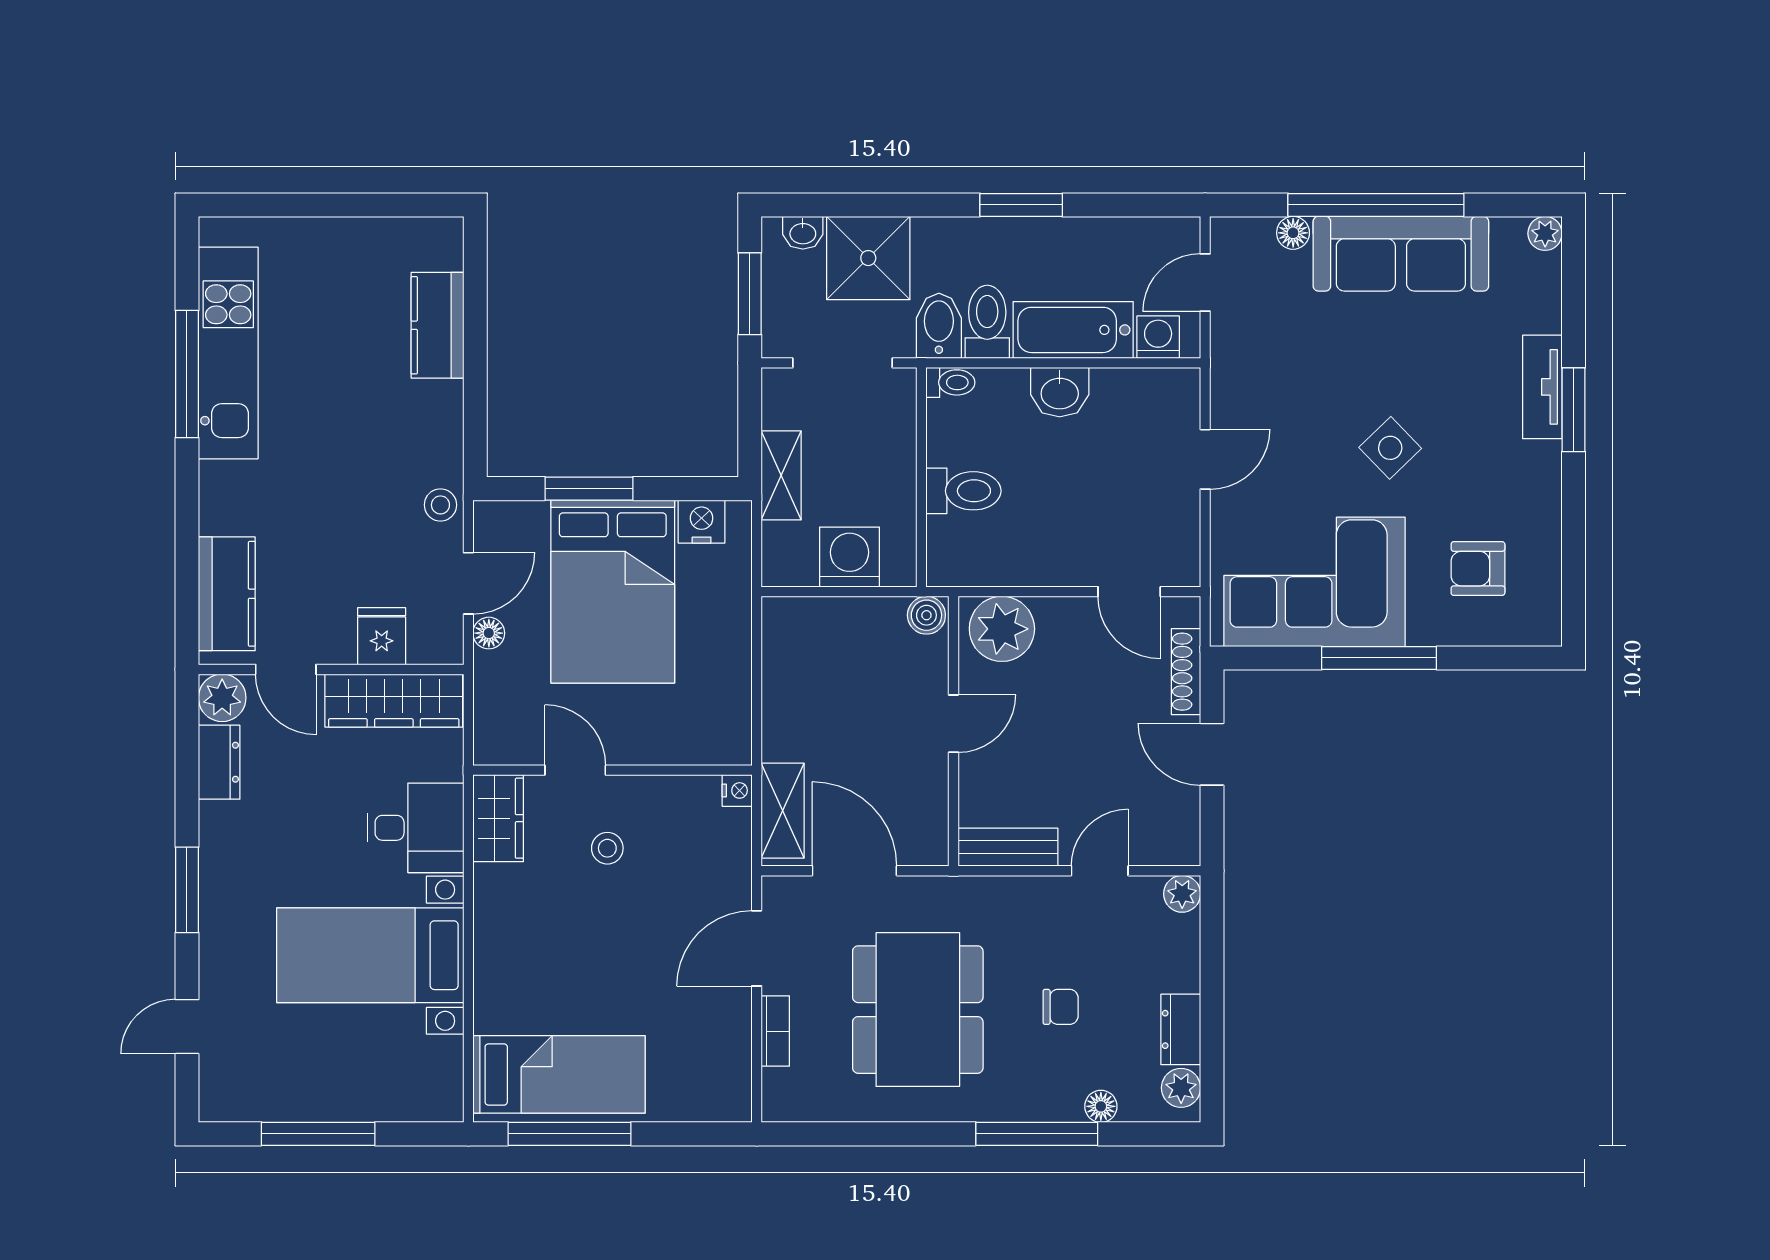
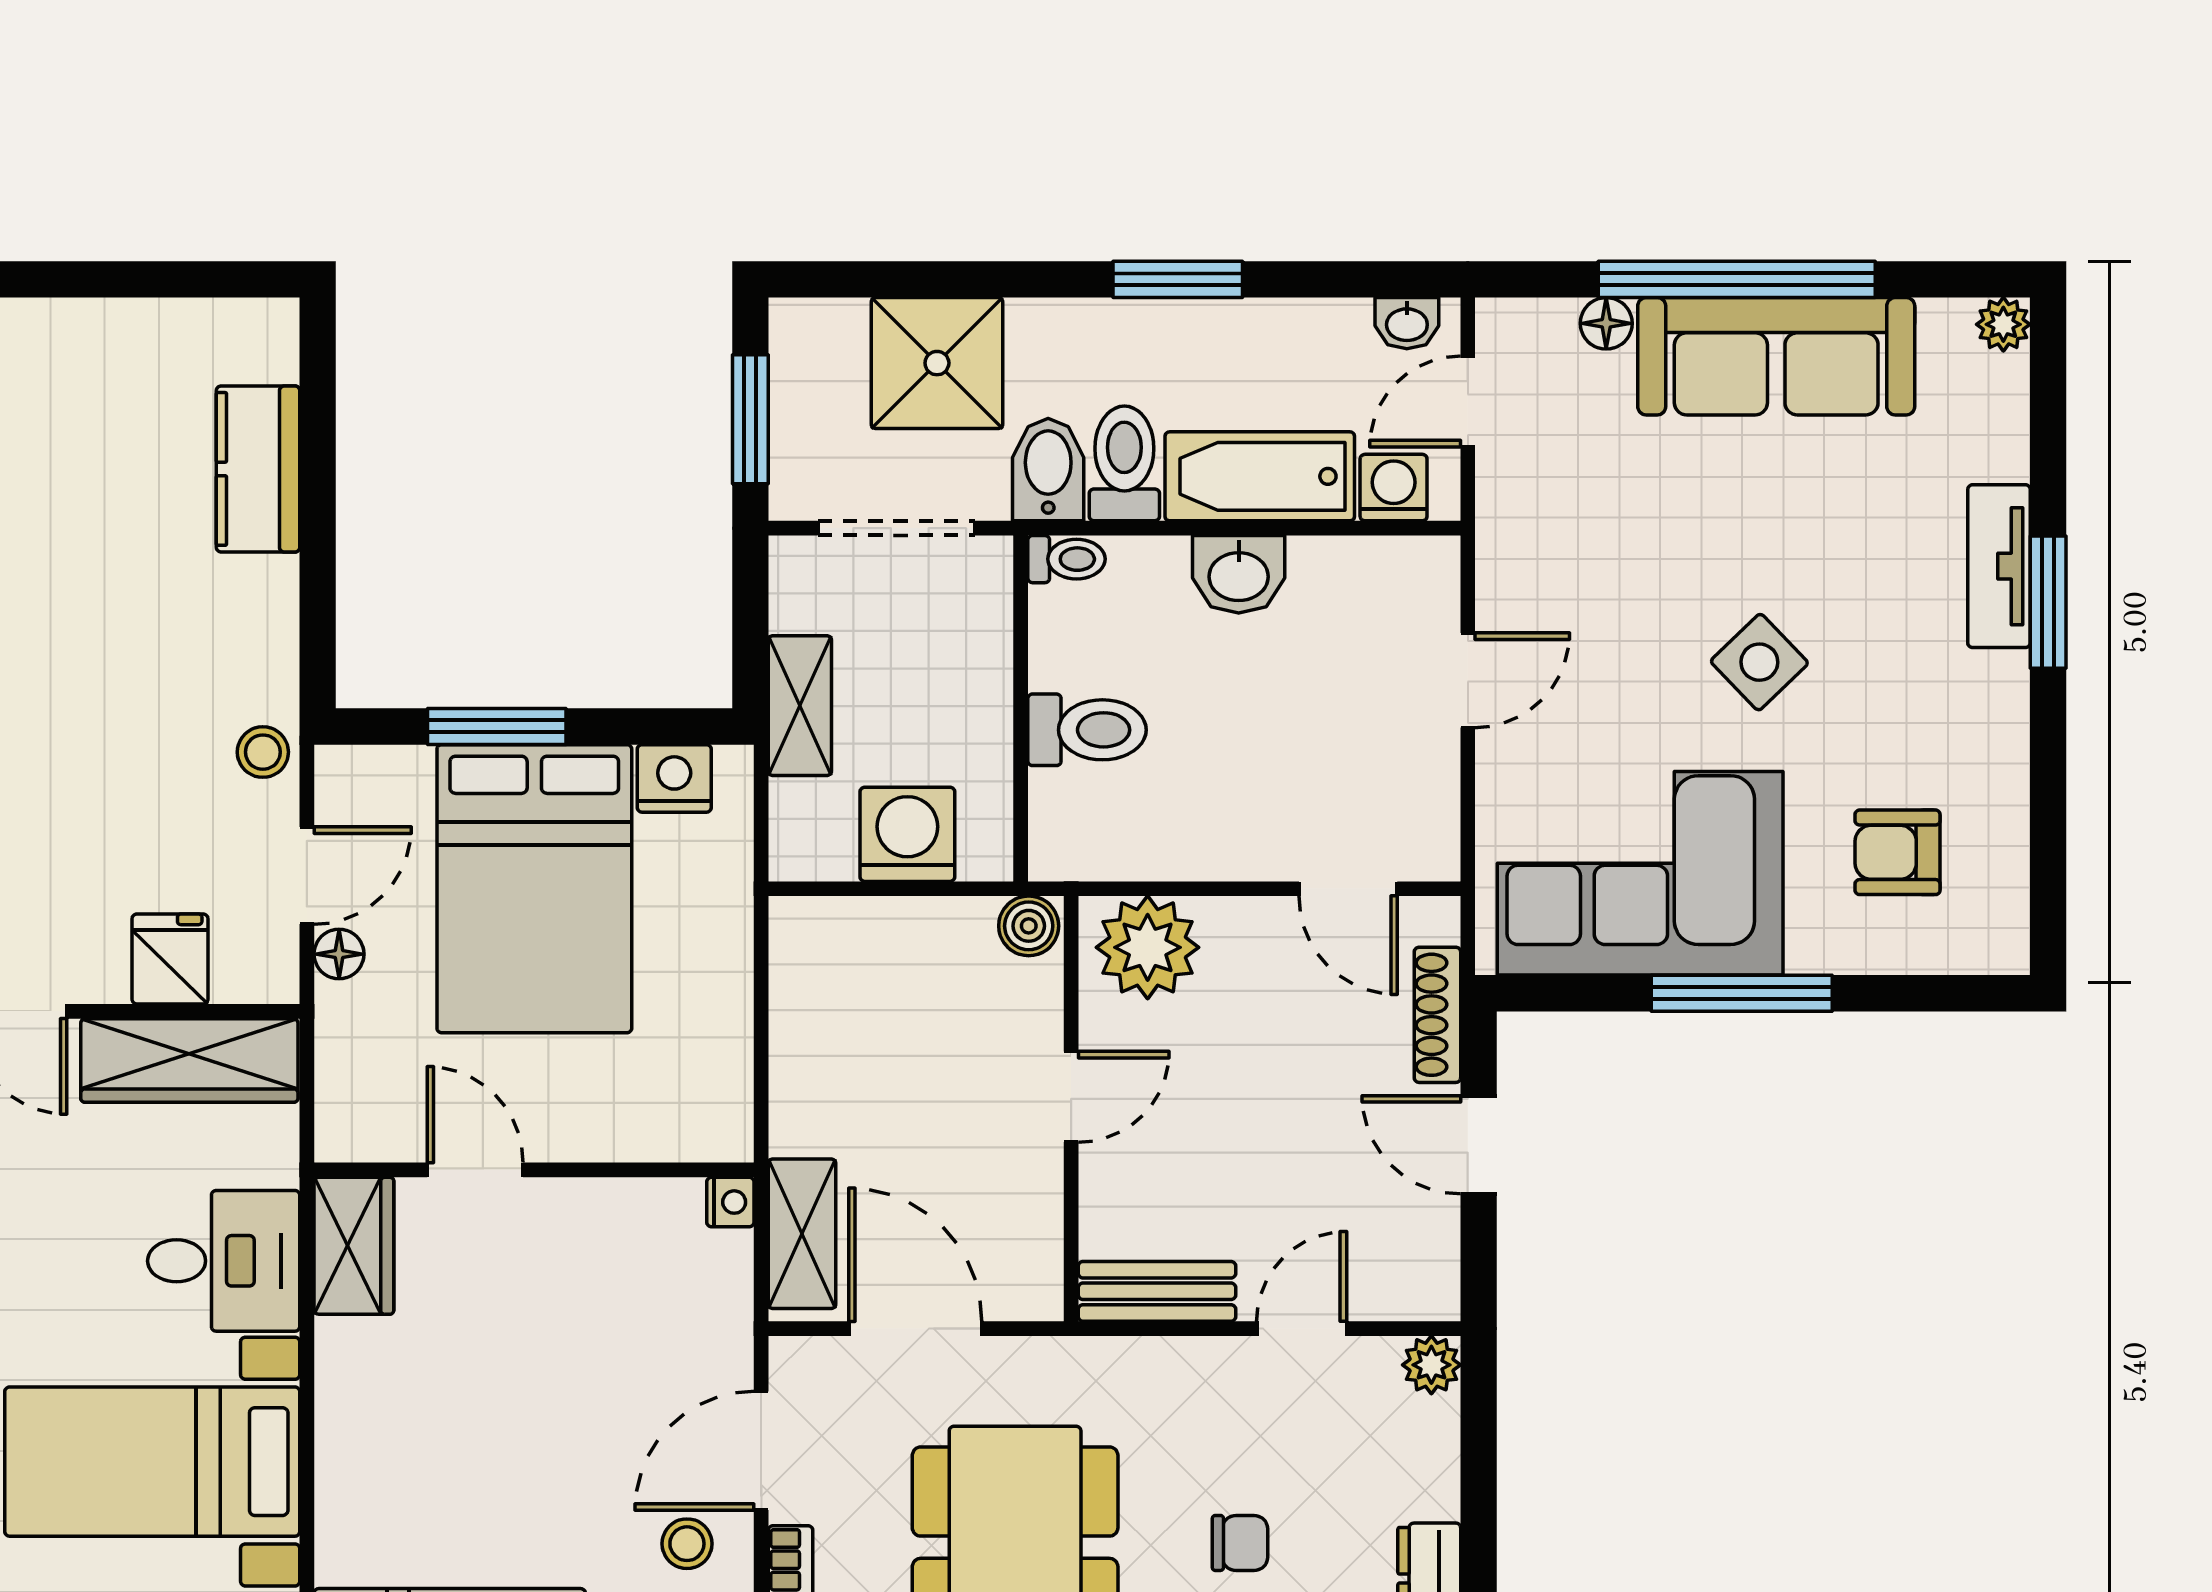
washbasin: (803, 233) -> (1407, 323), moved
stool: (607, 848) -> (687, 1544), moved

